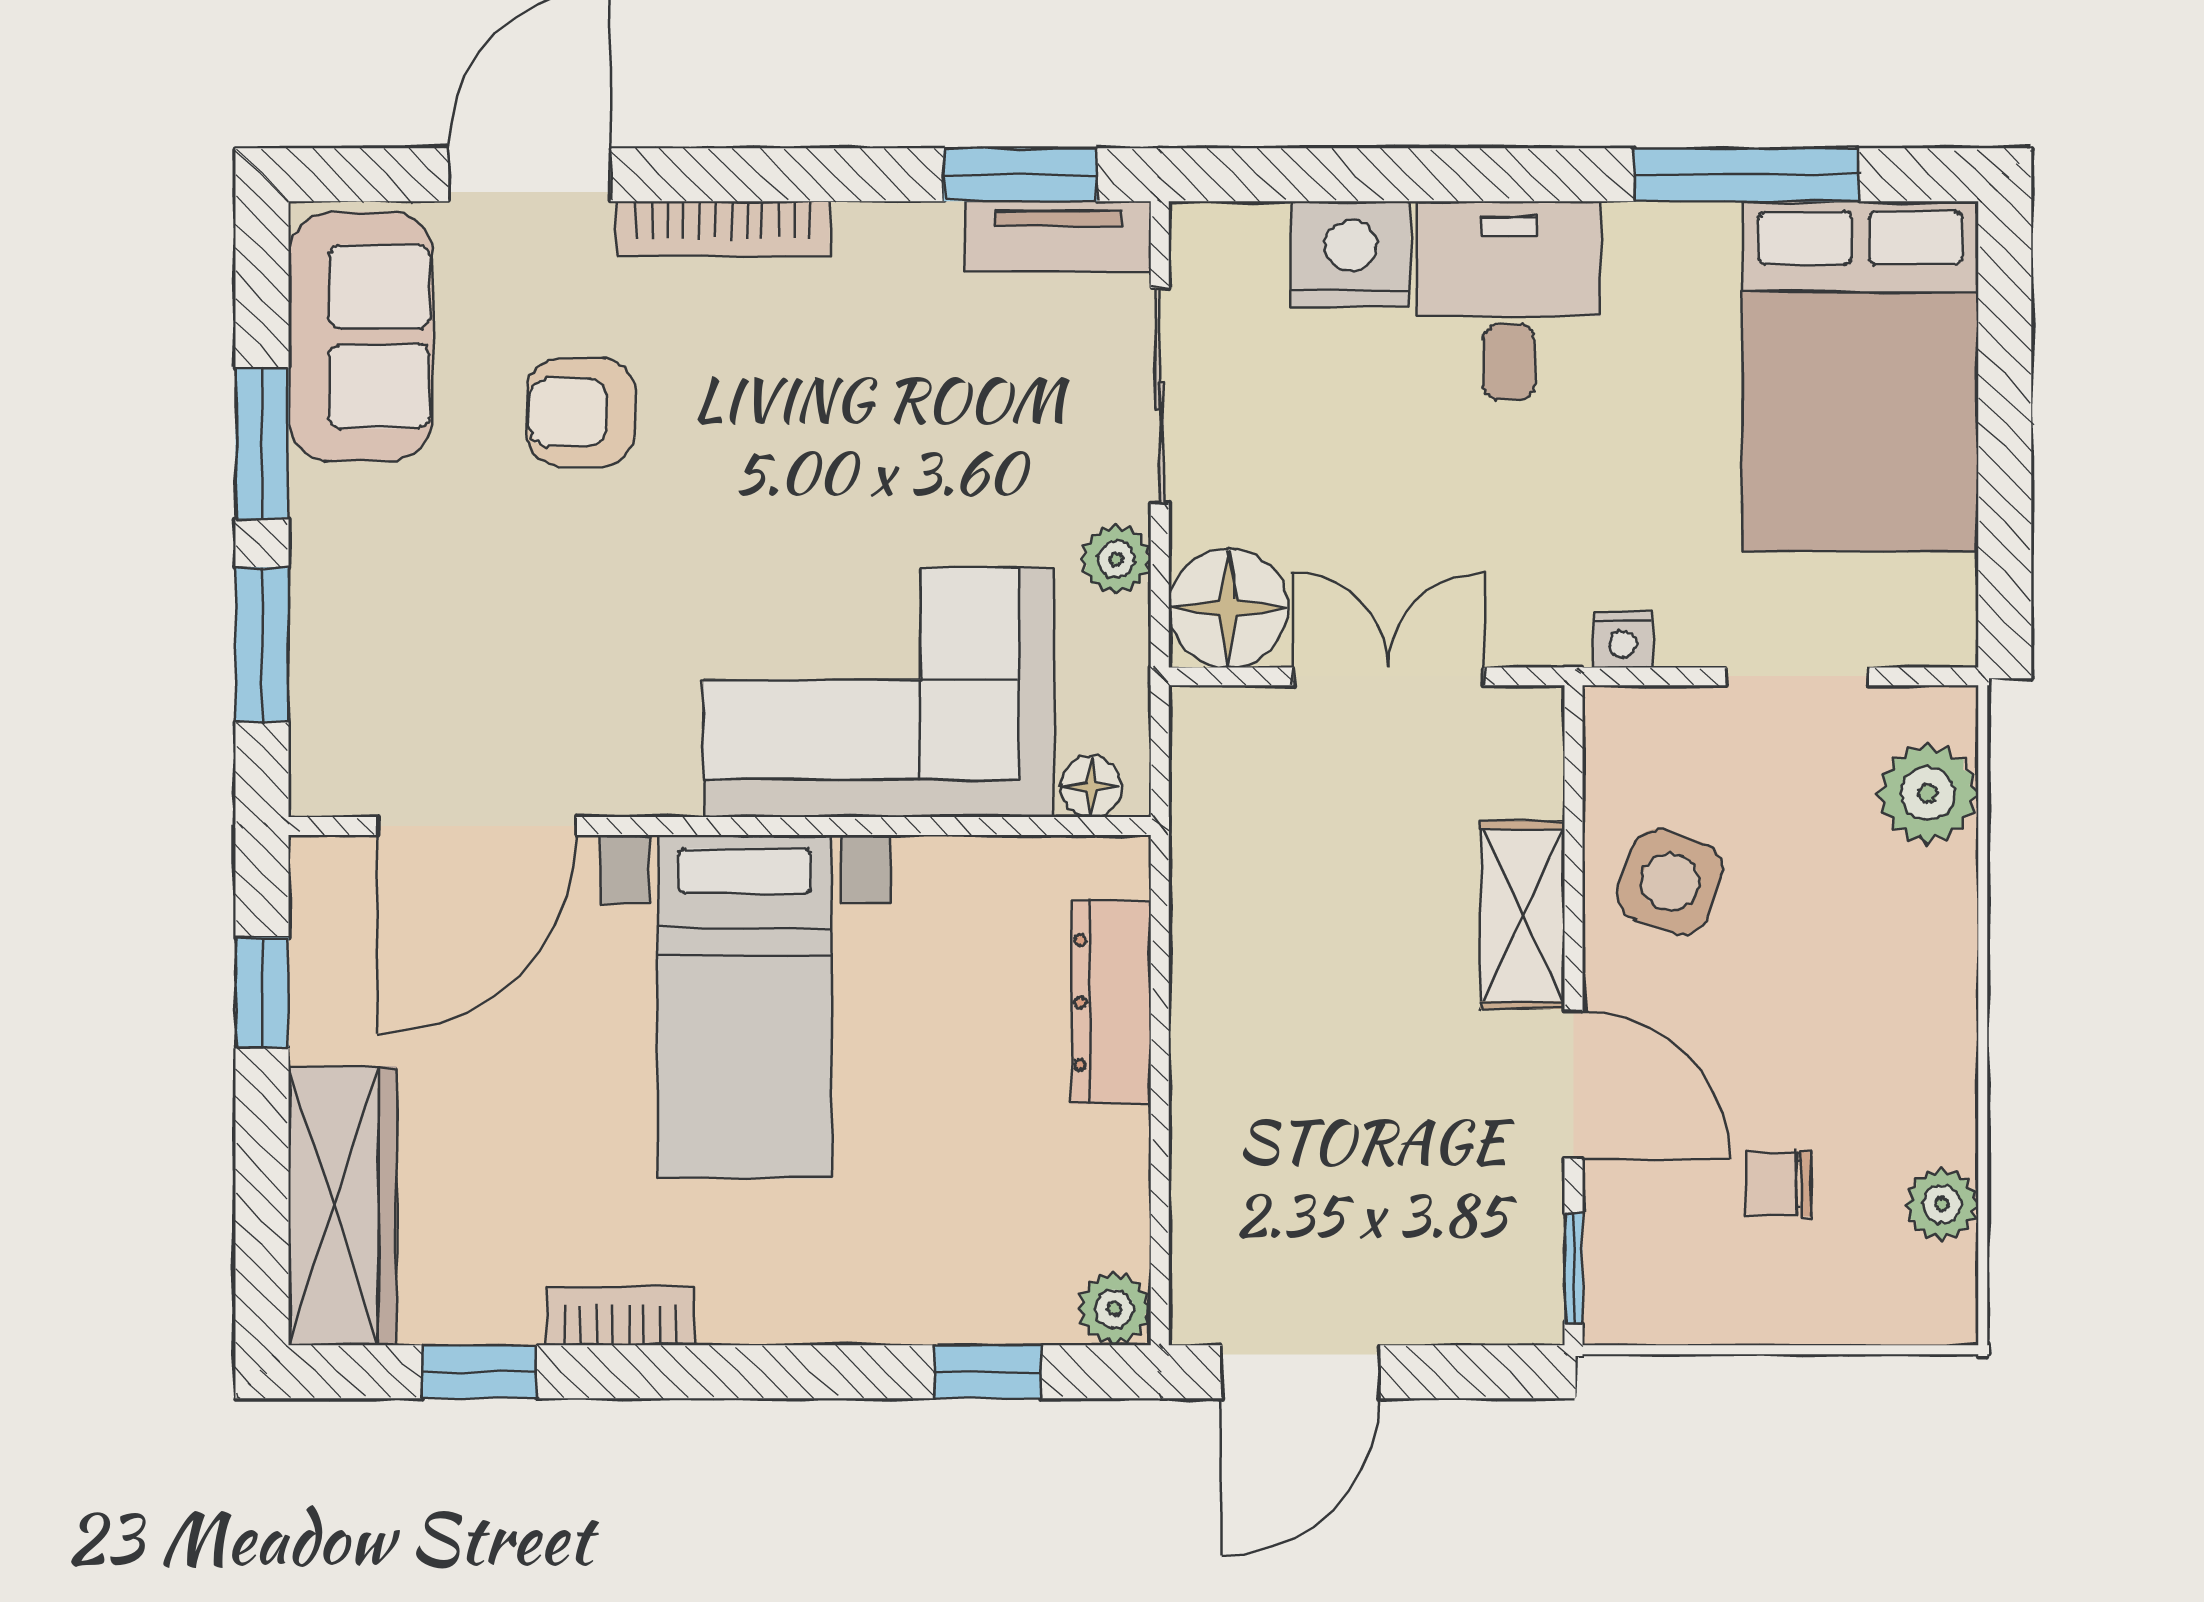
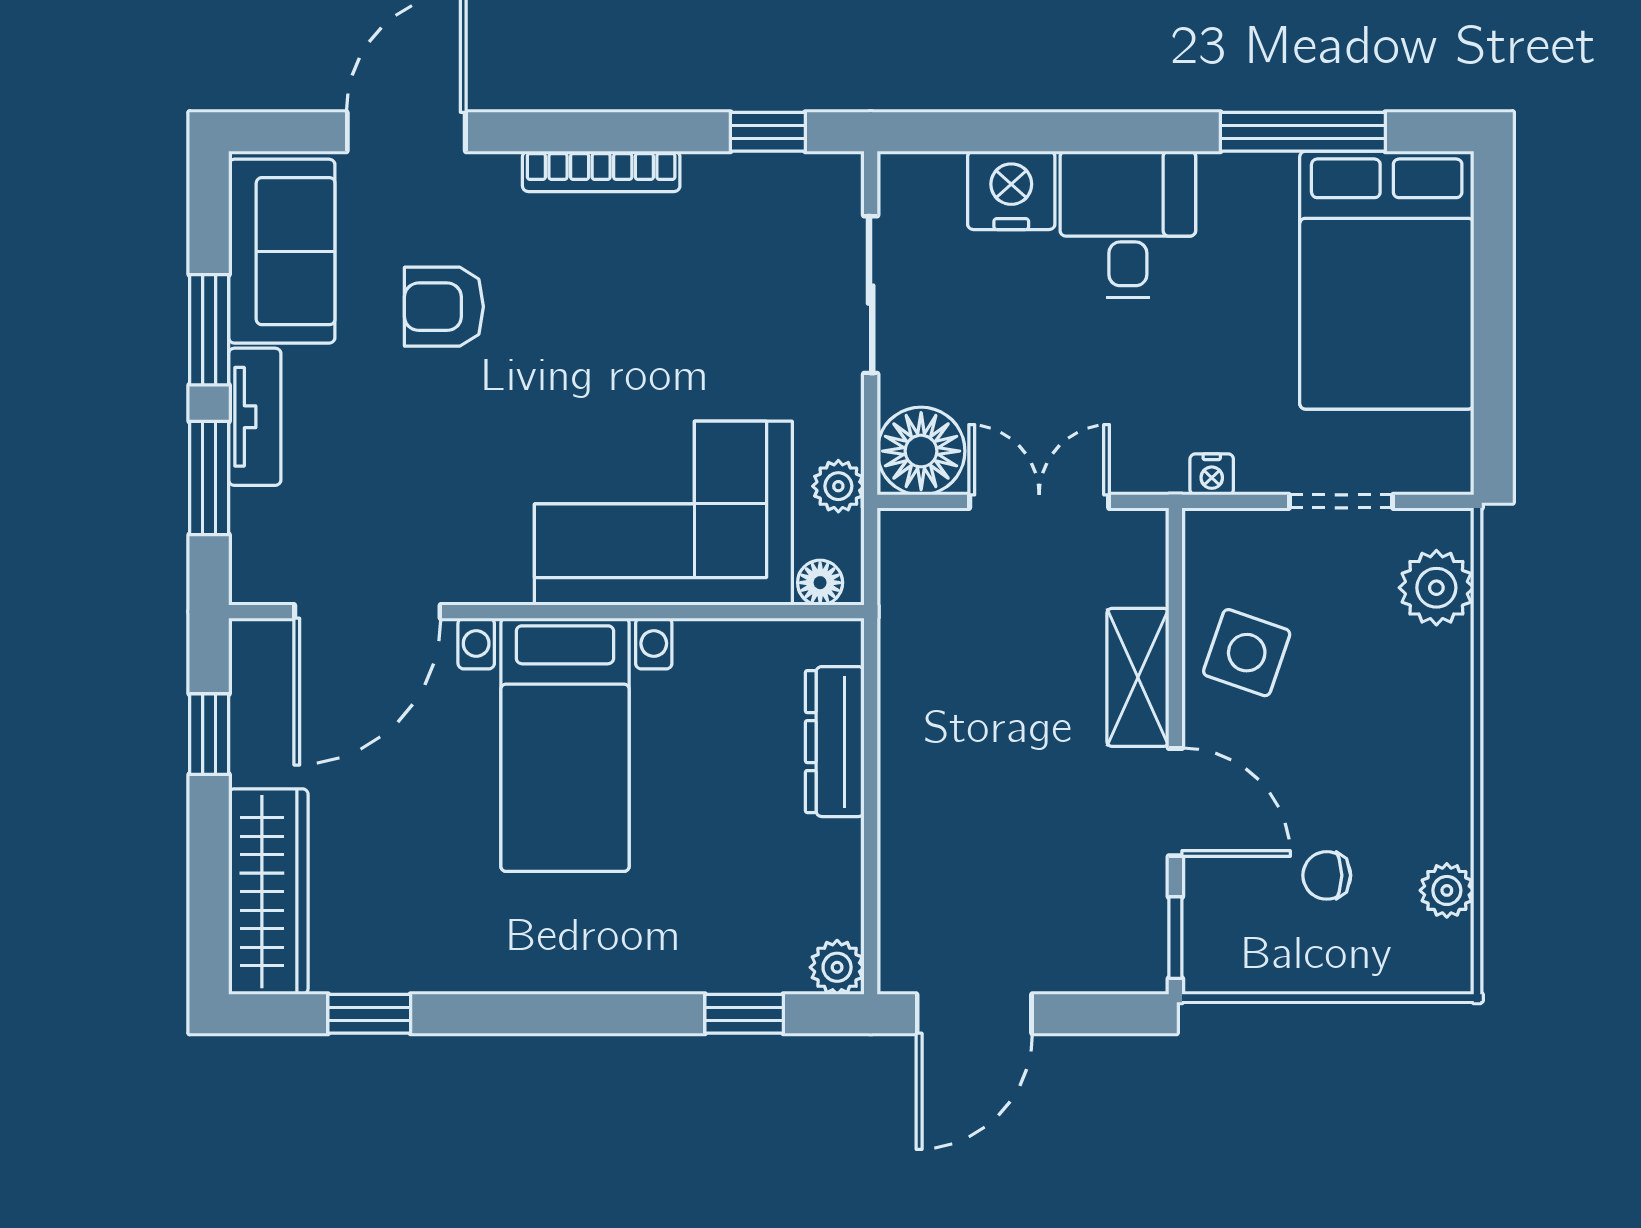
window: (1020, 175) -> (768, 132), width x0.67
bookcase: (723, 228) -> (601, 171), moved
tv unit: (1058, 237) -> (255, 417), moved, turned -90
plant: (1116, 559) -> (838, 486), moved
bookcase: (620, 1316) -> (473, 973), removed

